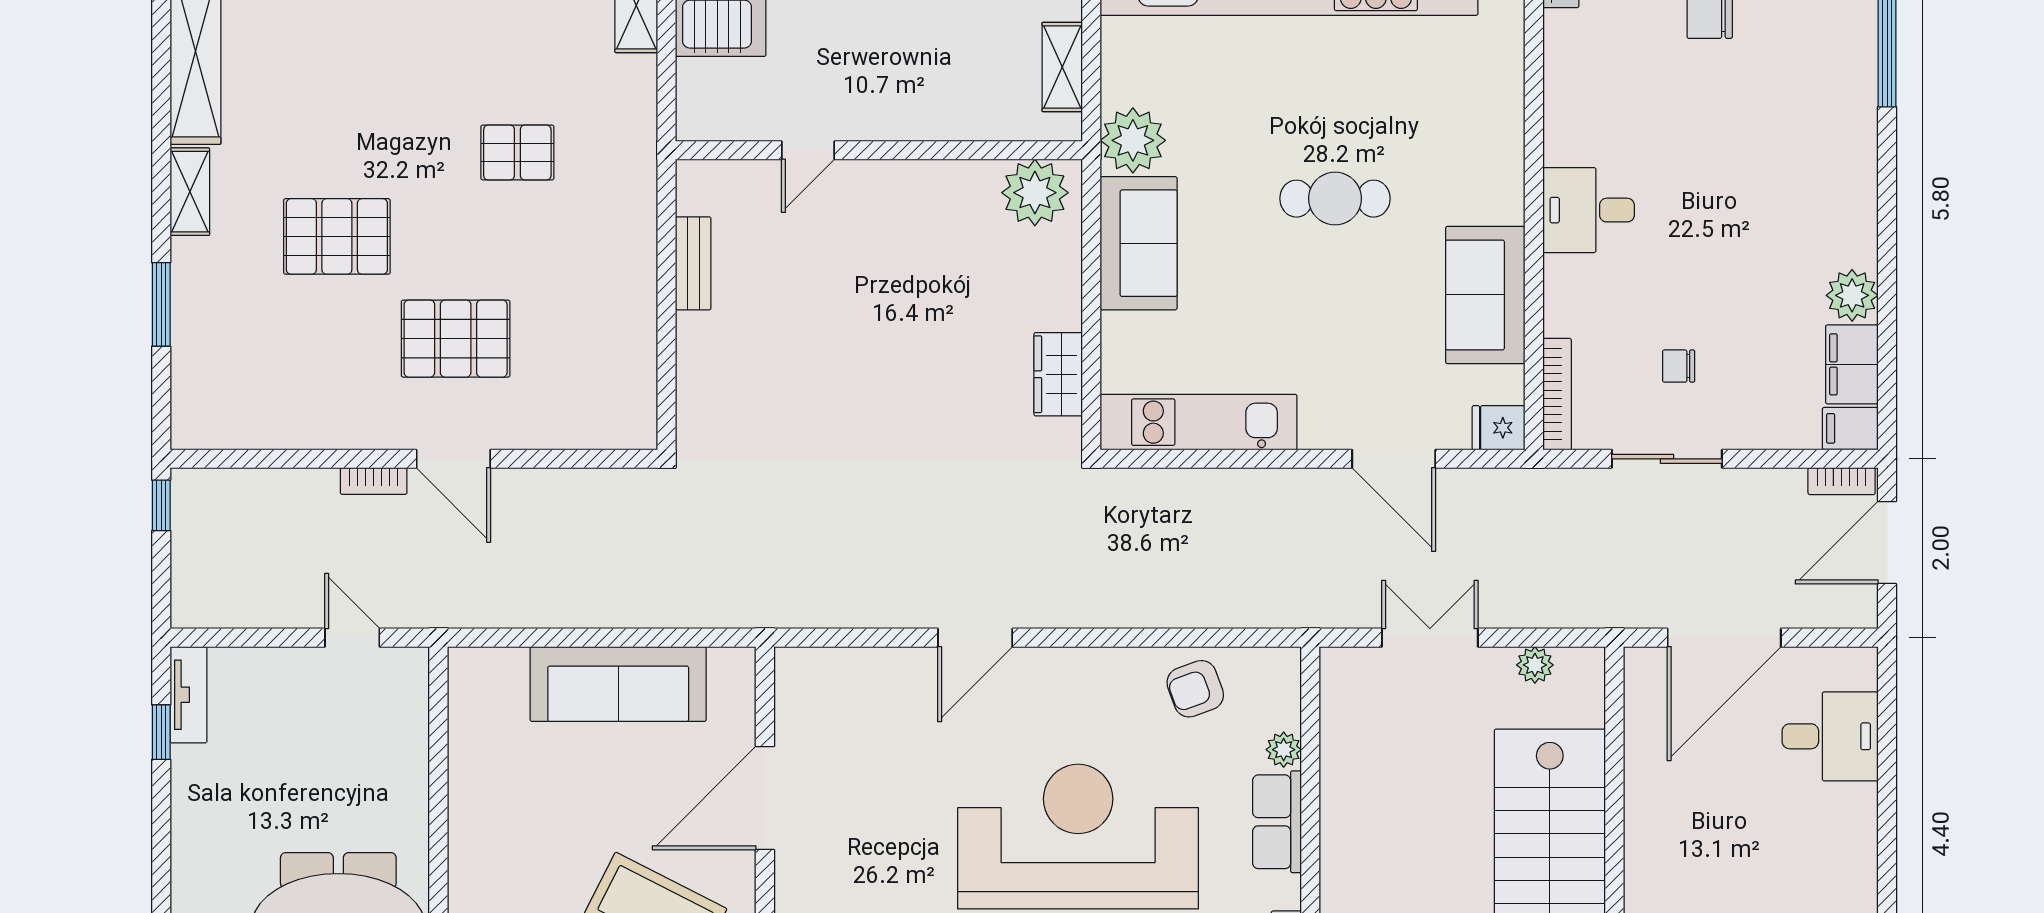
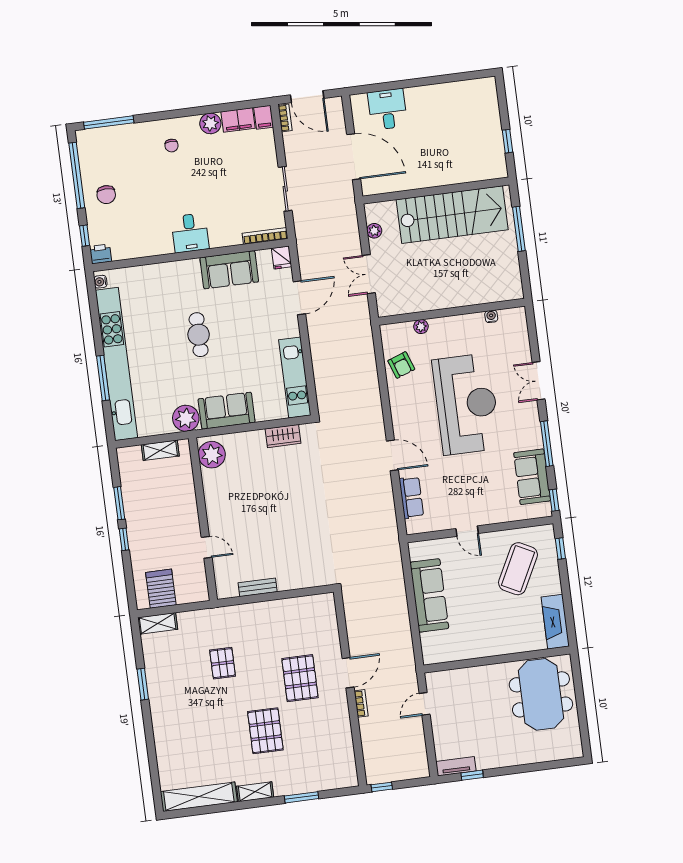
chair: (1679, 366) -> (171, 146), moved
door: (765, 798) -> (467, 531), width x0.53
row of seats: (1277, 822) -> (411, 498), moved, turned -90
reception desk: (1078, 837) -> (466, 404), turned 180

